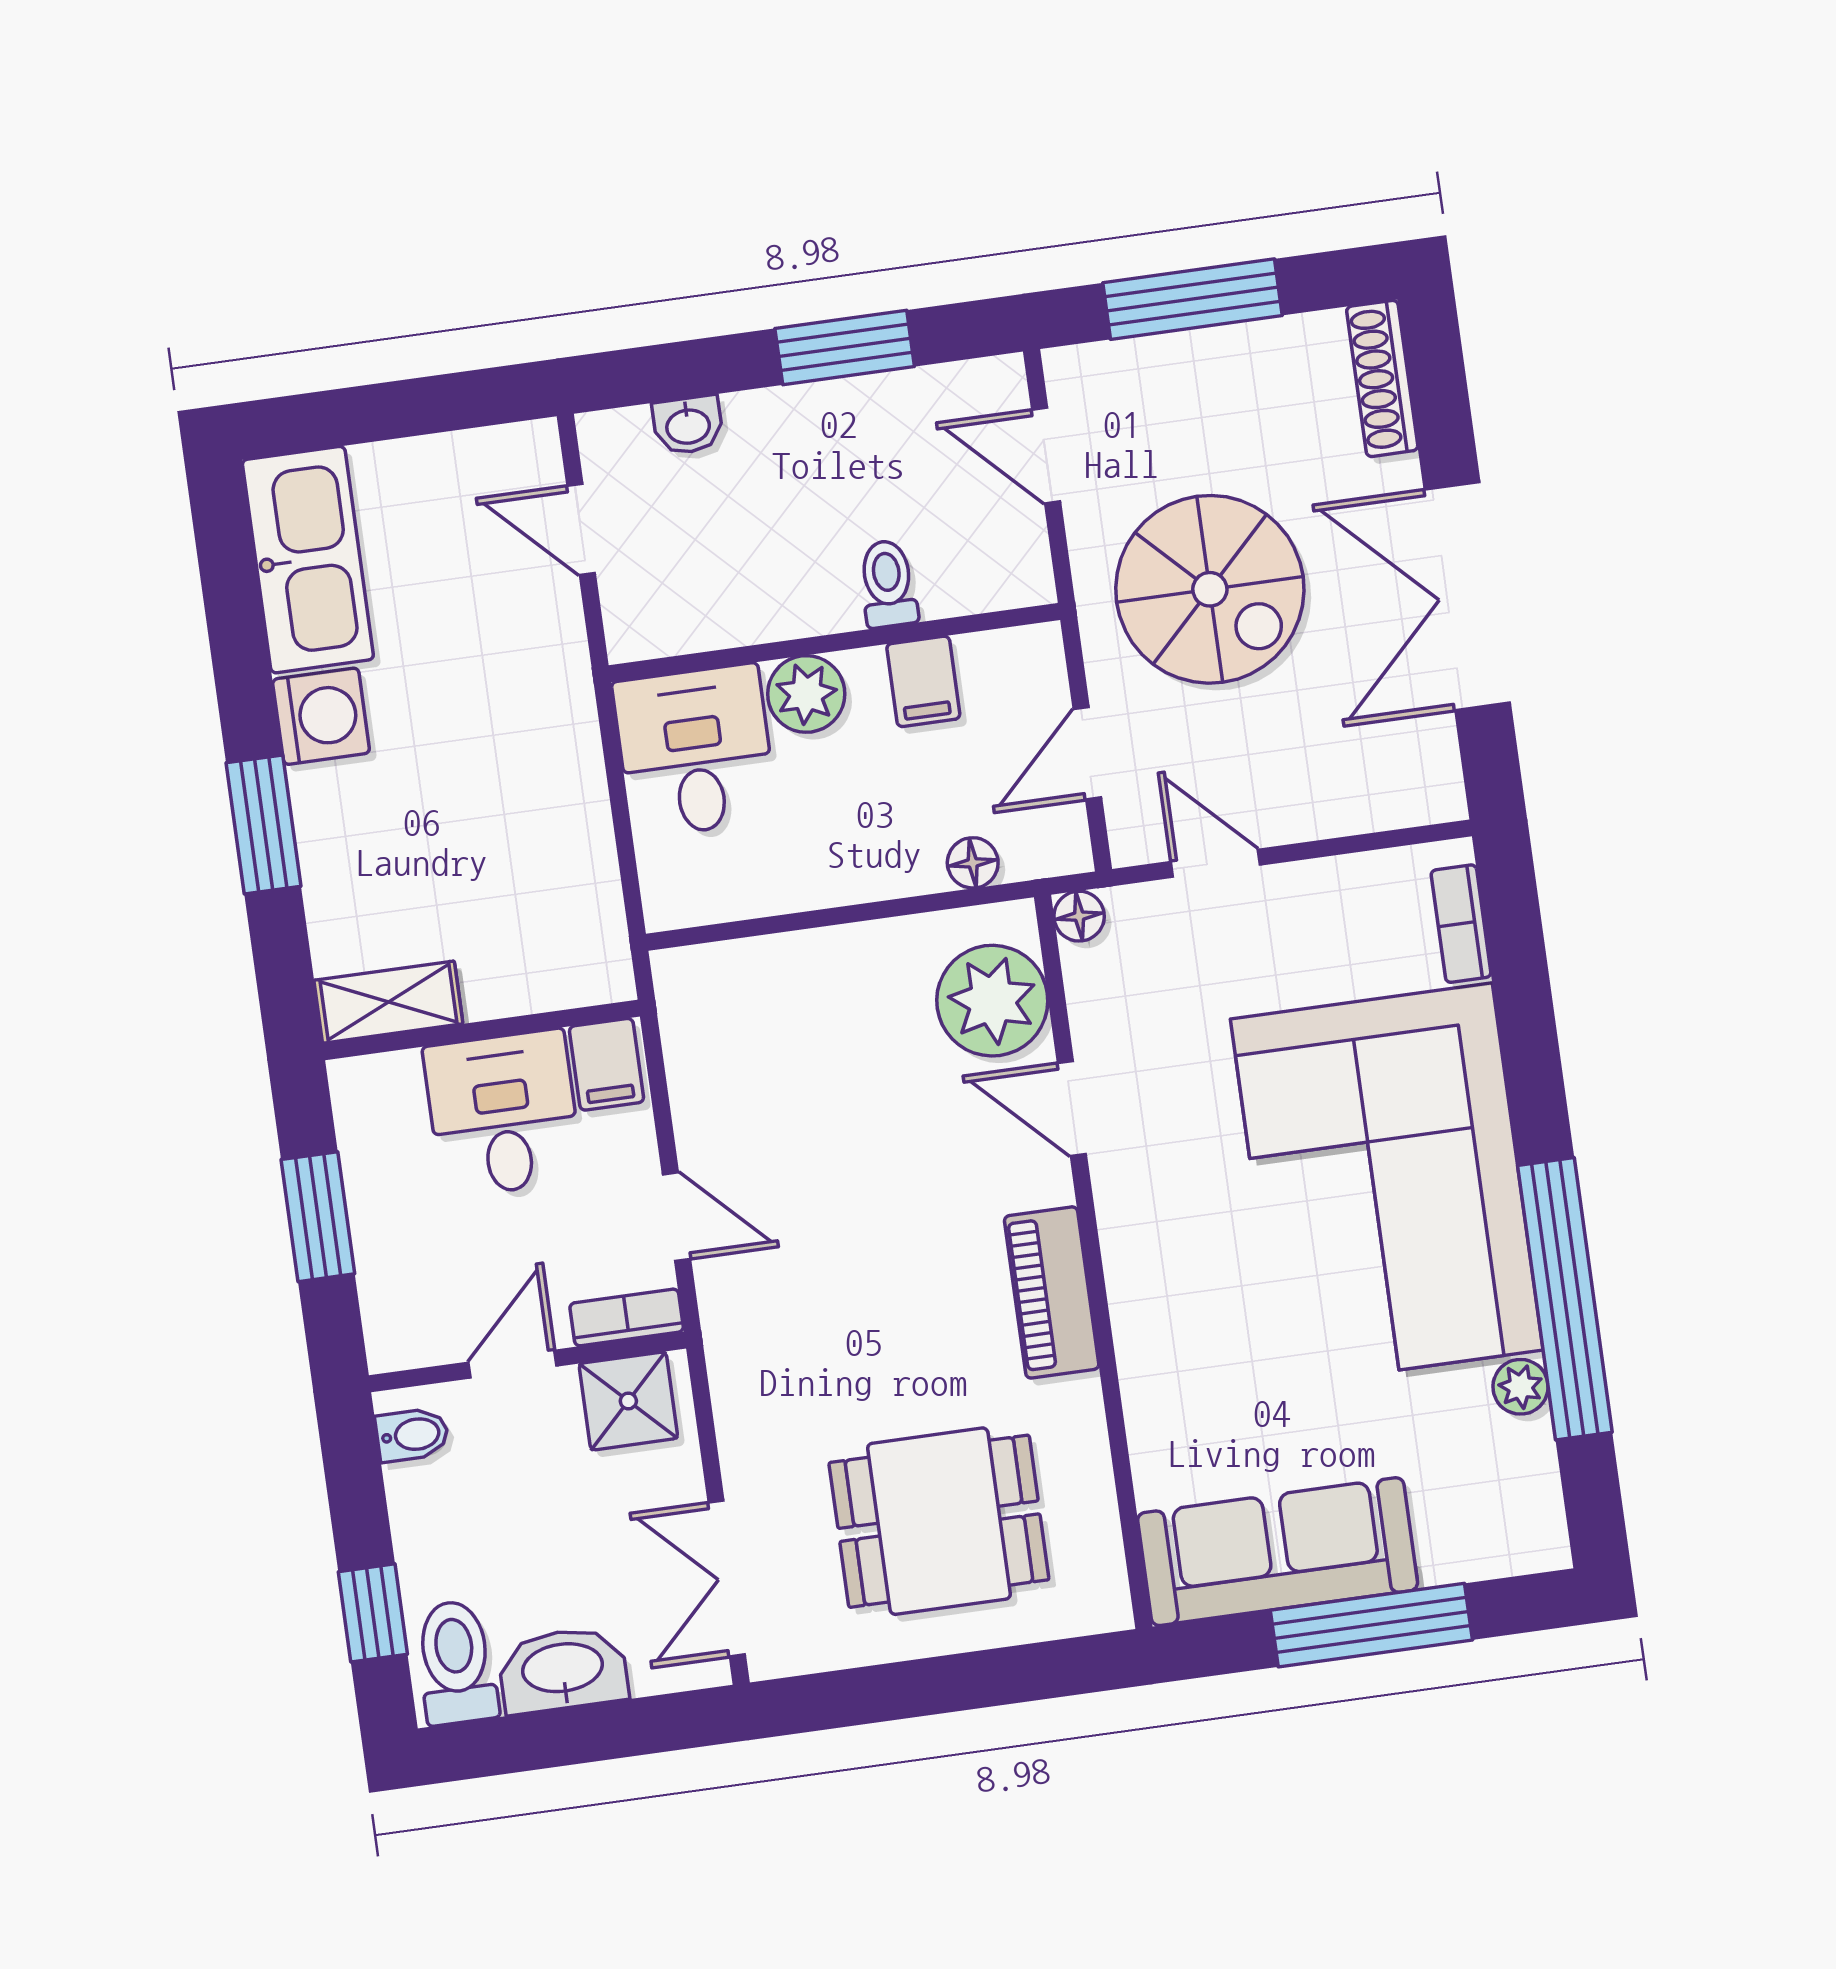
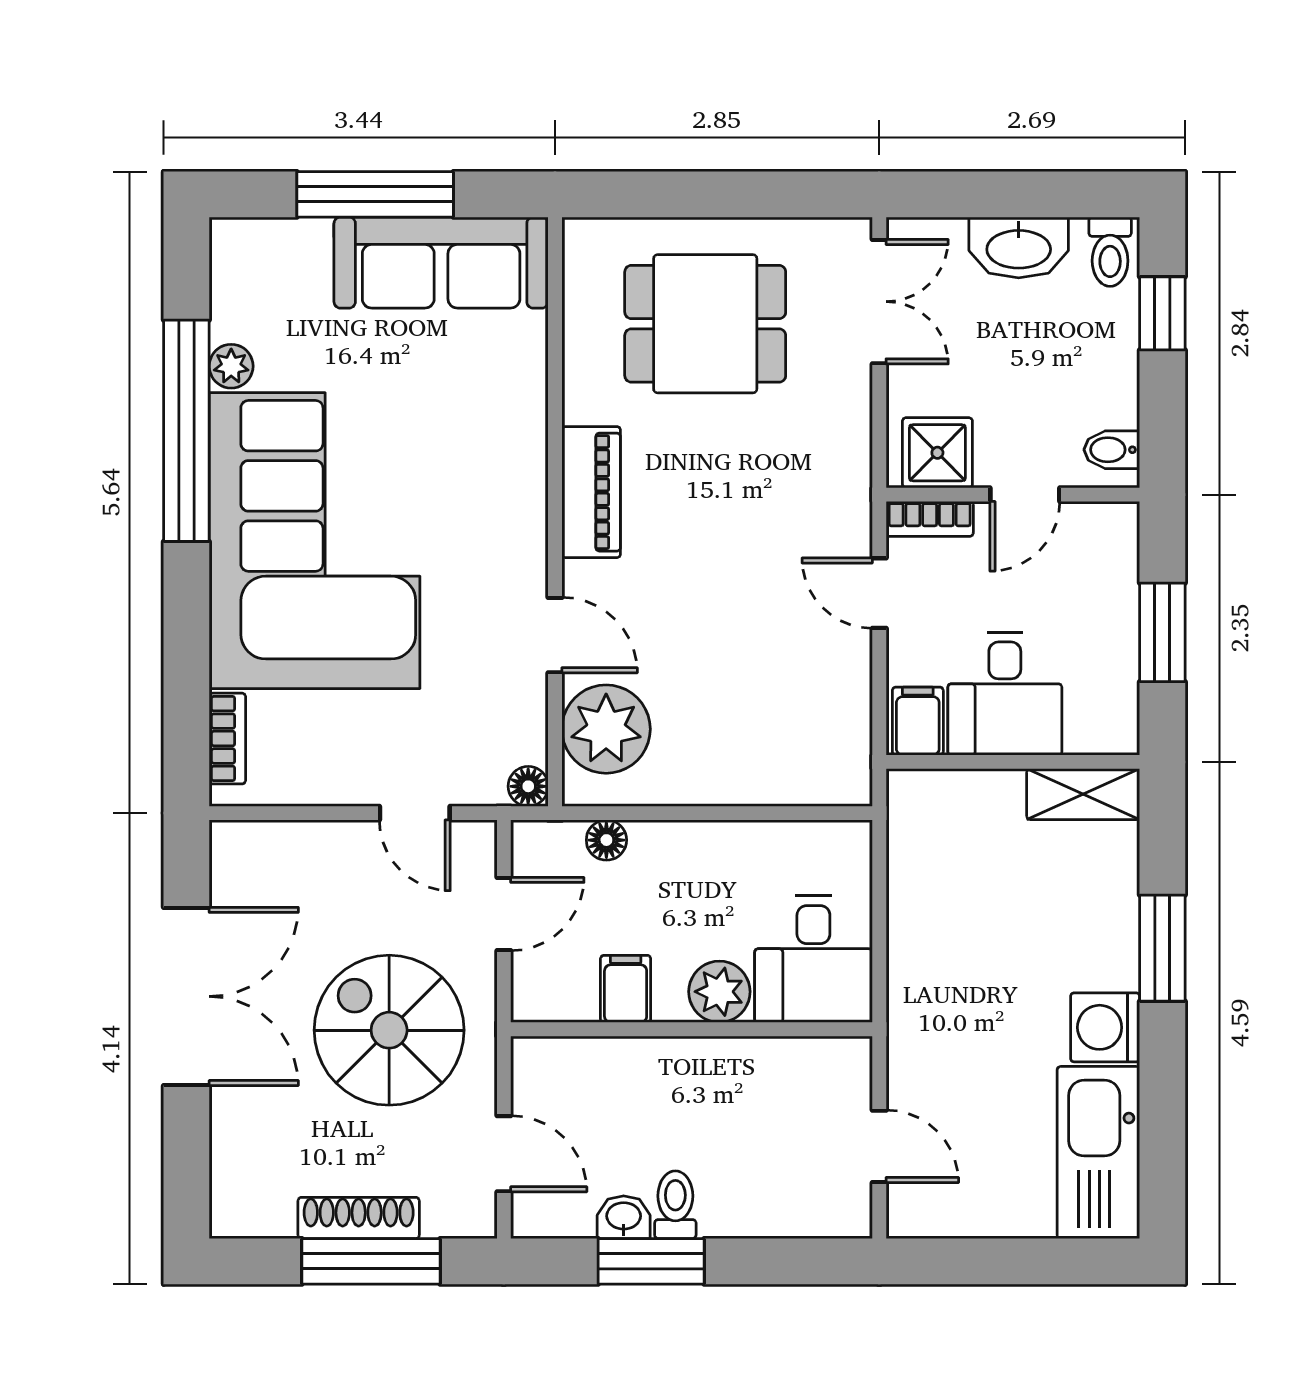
shoe rack: (1382, 378) -> (359, 1218), moved, turned -90
washbasin: (688, 425) -> (624, 1217), moved
toilet: (888, 584) -> (675, 1205), moved, turned 180
toilet: (456, 1662) -> (1110, 252), width x0.73, depth x0.72

